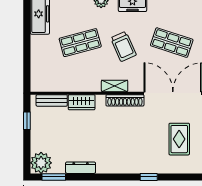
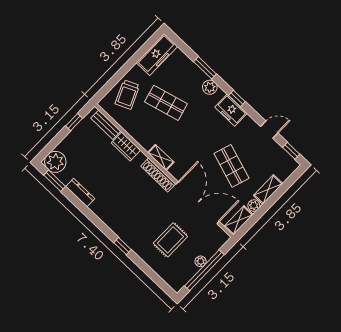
trolley: (123, 46) -> (127, 95), moved

